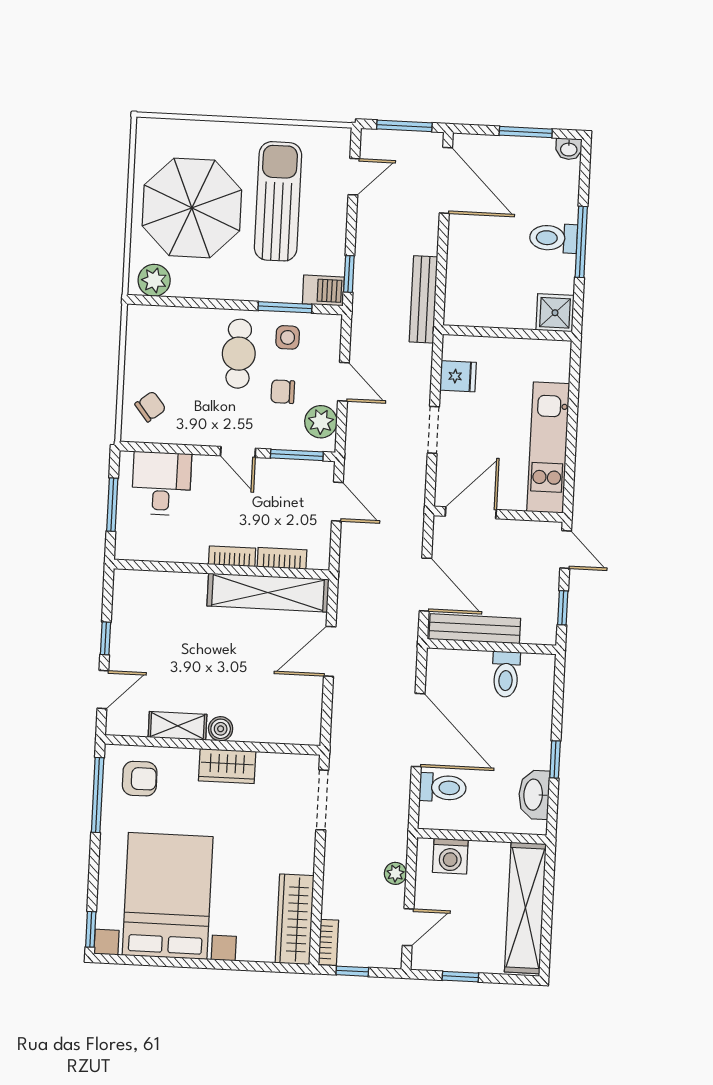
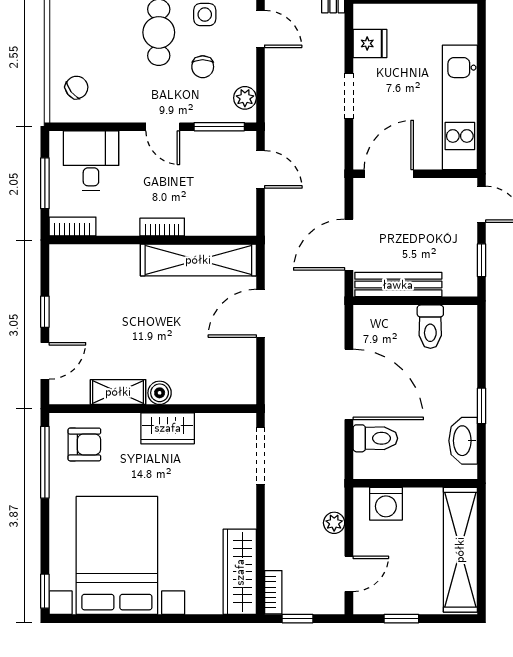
door: (343, 382) -> (260, 29), moved
chair: (283, 392) -> (203, 67), turned -90
plant: (321, 422) -> (245, 98), width x0.73, depth x0.73
bookcase: (282, 558) -> (72, 226), moved
door: (425, 585) -> (349, 245), swing flipped

